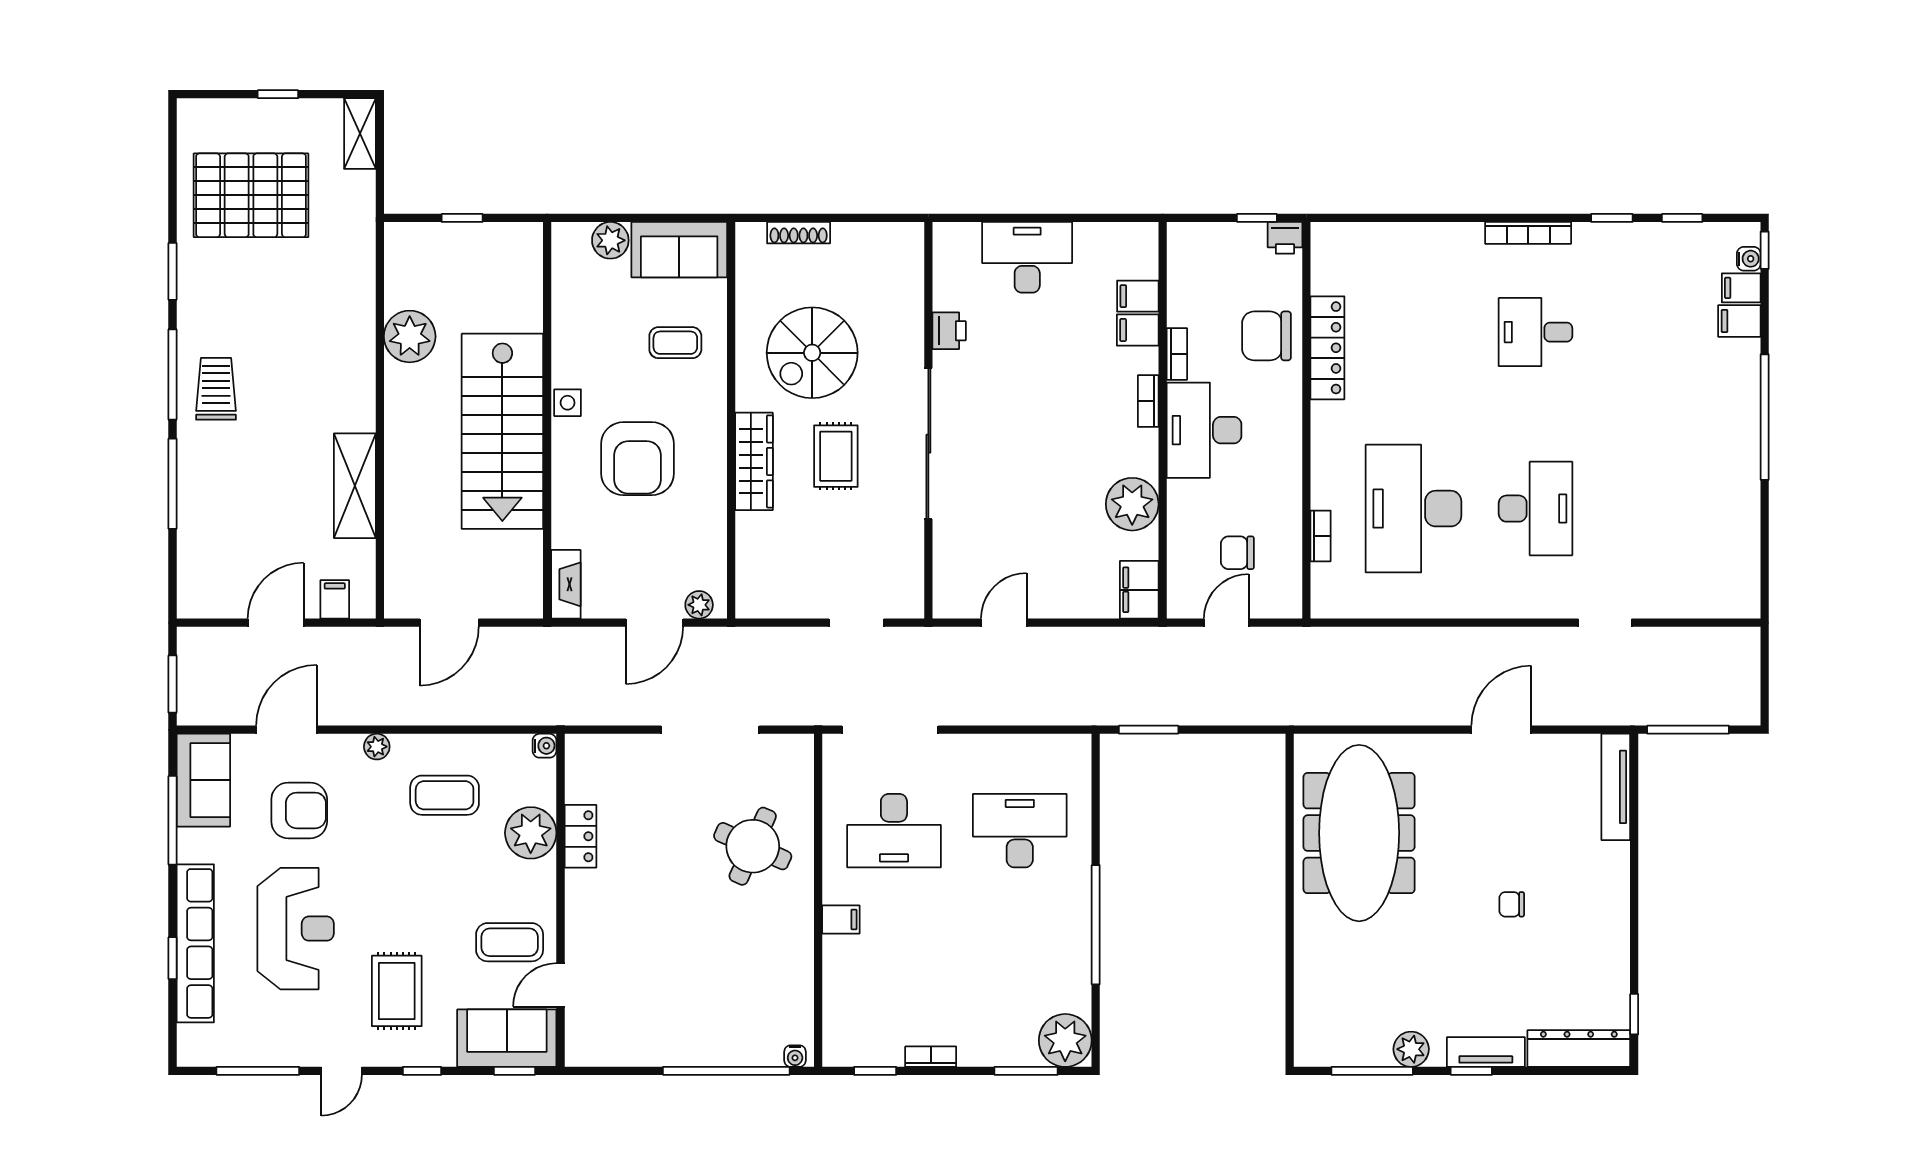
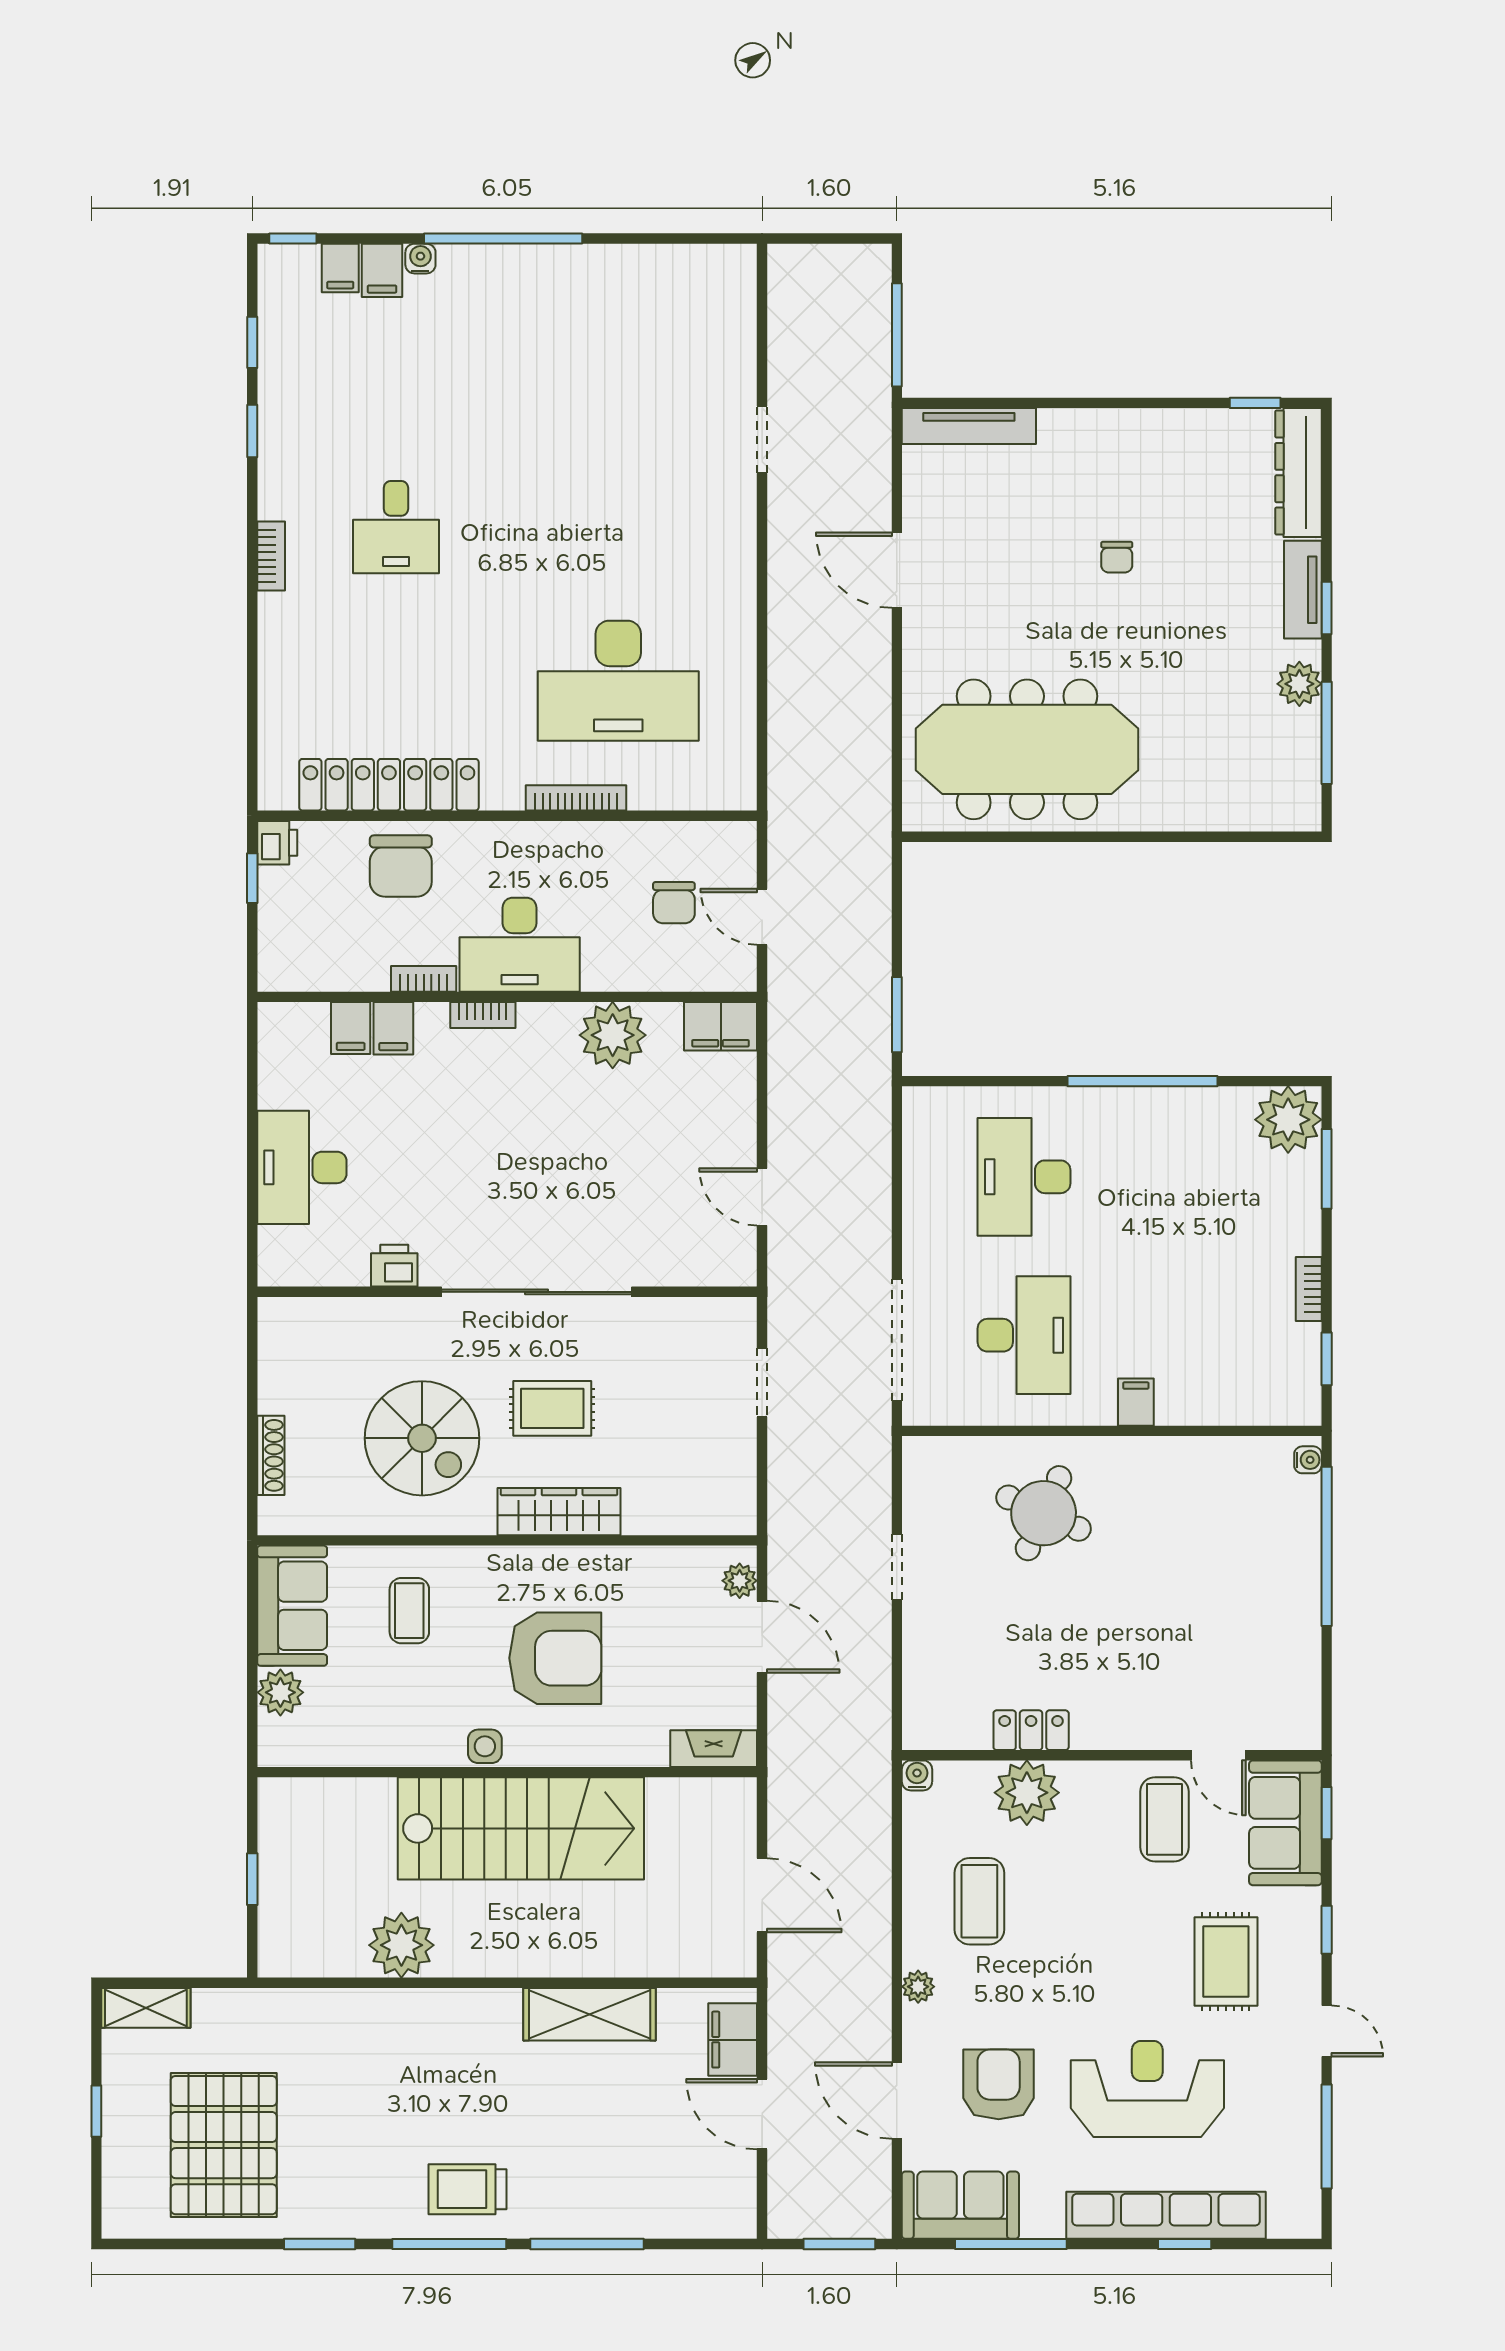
bookcase: (1528, 233) -> (271, 556), width x0.64
water cooler: (1749, 259) -> (420, 259), moved
locker: (1327, 348) -> (389, 785), width x1.41, depth x1.21
desk: (1536, 509) -> (618, 527), removed
bookcase: (1321, 536) -> (576, 798), moved, width x1.56
filing cabinet: (335, 599) -> (733, 2040), width x2.00
doorway: (710, 730) -> (897, 1567), width x0.53
rug: (397, 991) -> (1226, 1961), turned 90

